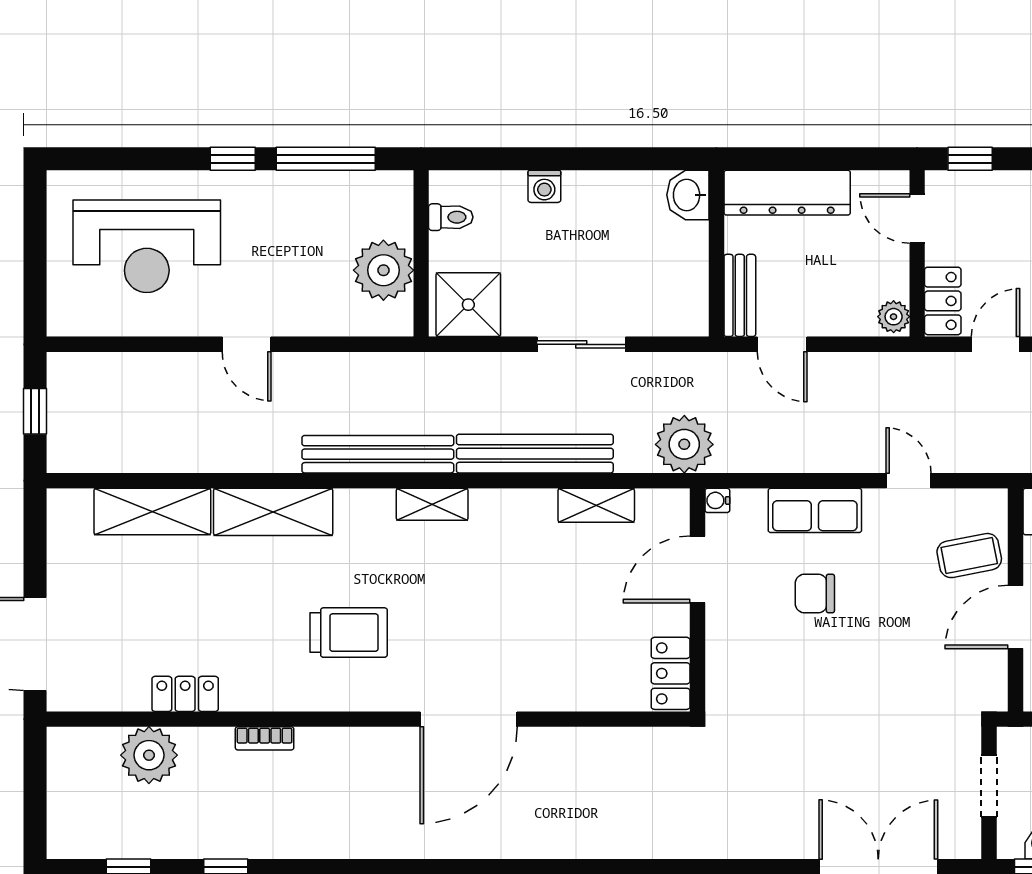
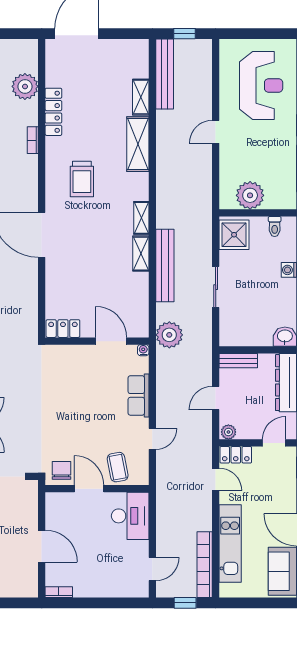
reception desk: (147, 246) -> (261, 85), turned 180
door: (782, 344) -> (216, 398), moved
bench: (378, 454) -> (165, 74), moved
shelving: (596, 505) -> (141, 254), moved
shelving: (152, 512) -> (141, 97), width x0.67, depth x0.75
chair: (815, 594) -> (62, 470), moved
locker: (185, 694) -> (53, 112), width x1.53

